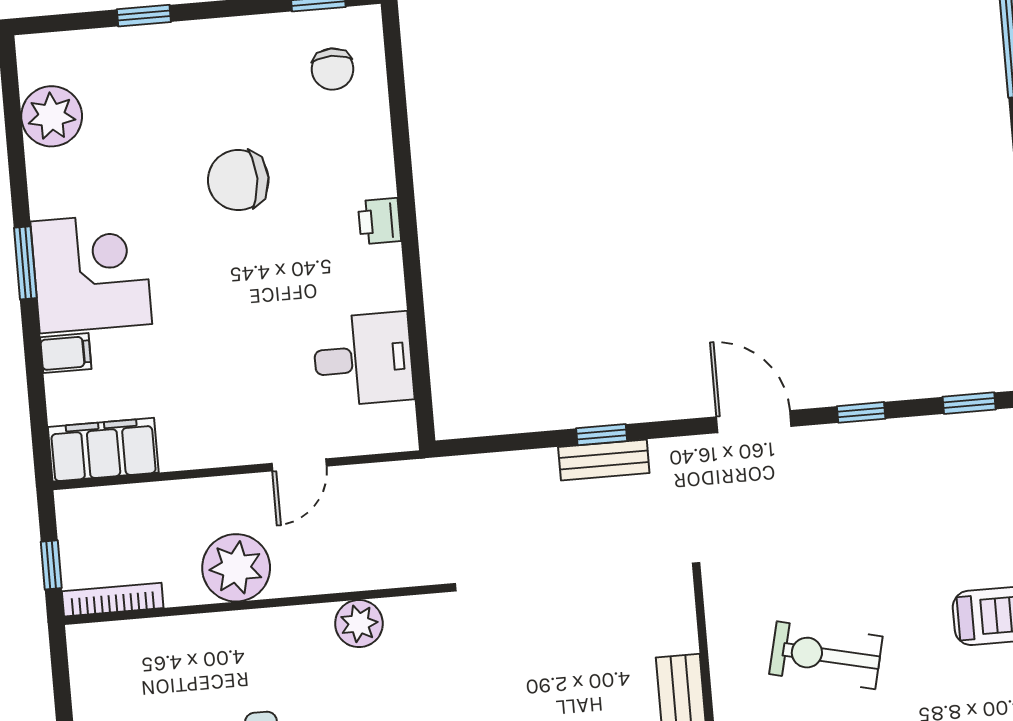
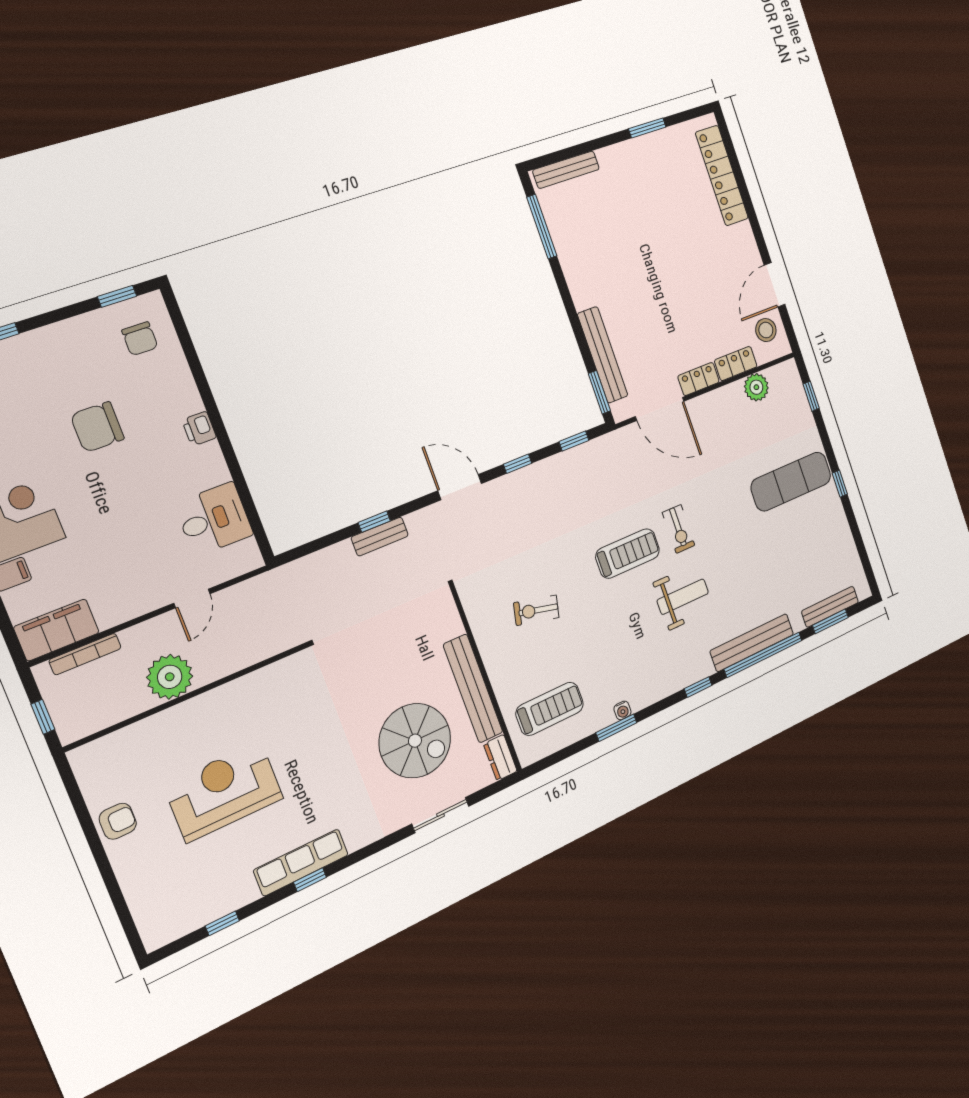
bookcase: (113, 600) -> (85, 654), moved, turned 180
plant: (359, 624) -> (259, 685), removed
exercise bike: (826, 655) -> (536, 610), width x0.73, depth x0.72

